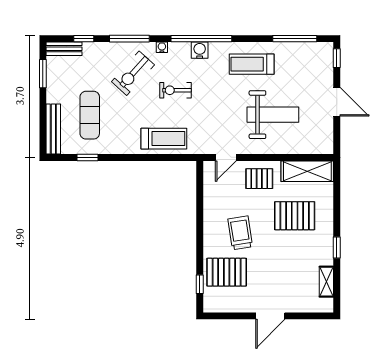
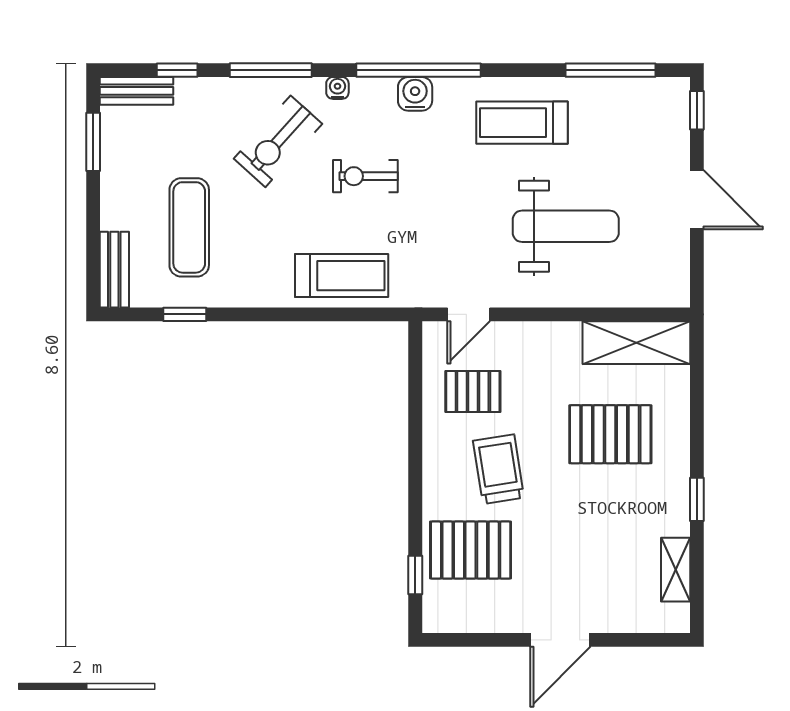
bench: (53, 129) -> (114, 270), width x0.73
pallet: (259, 179) -> (473, 392), moved

